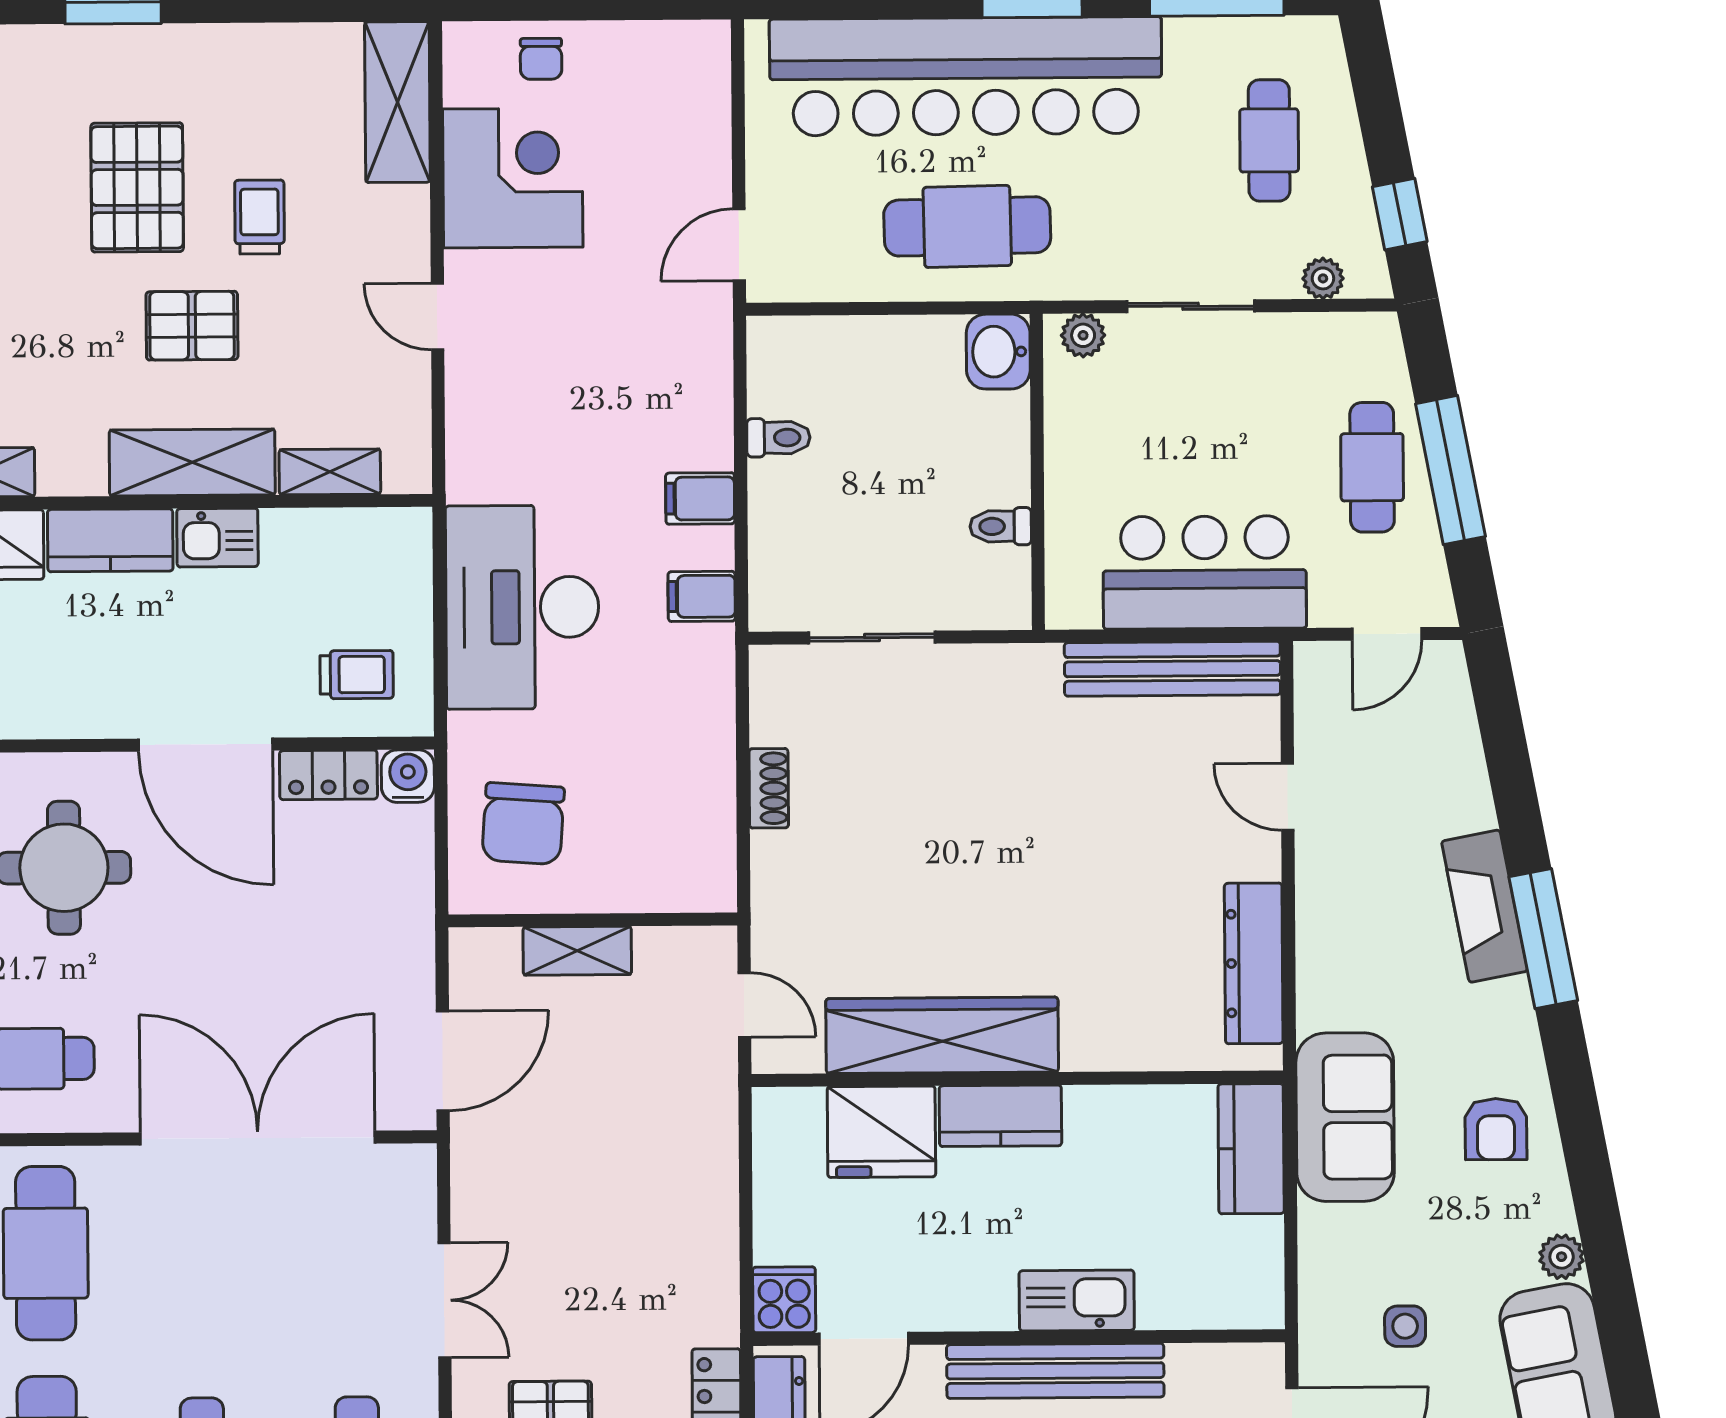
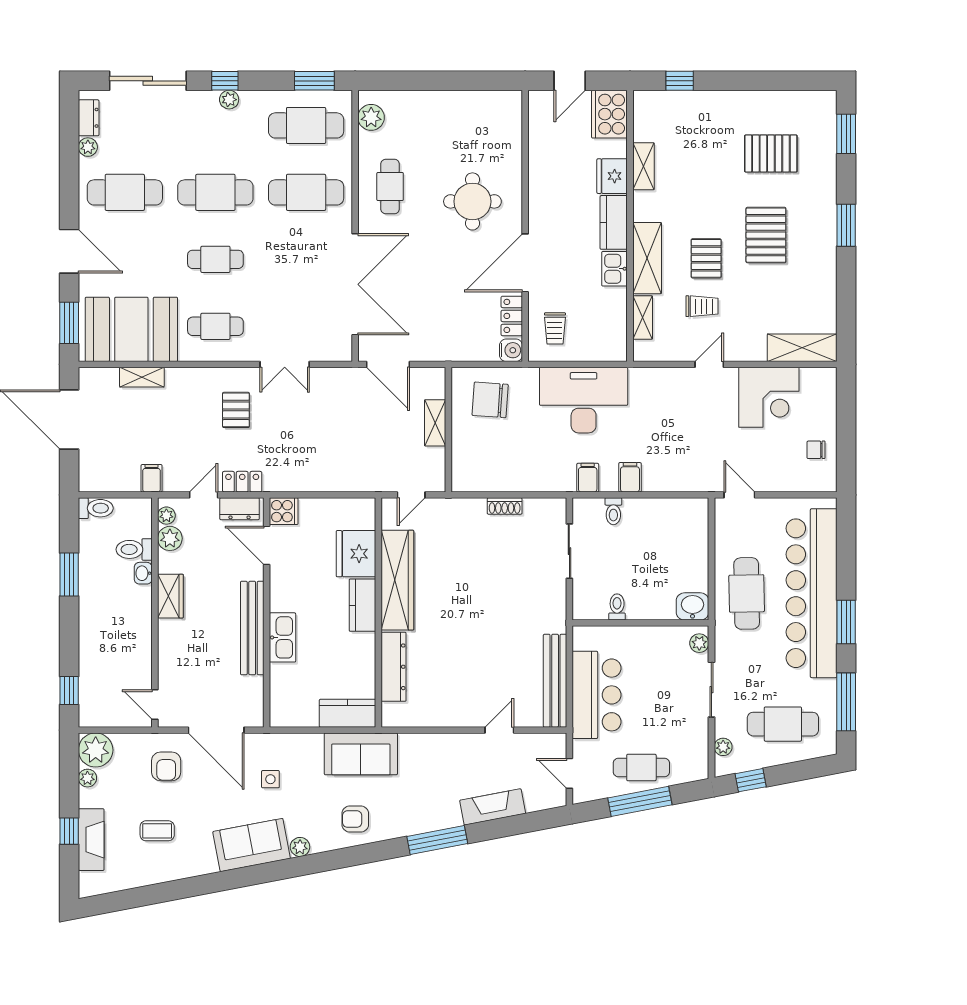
chair: (541, 59) -> (816, 450), moved
cafe table: (1269, 140) -> (783, 724), width x1.37, depth x1.35
pallet: (137, 187) -> (766, 235), turned 90
trolley: (259, 217) -> (702, 306), moved
toilet: (778, 438) -> (613, 511), moved
fireplace: (1485, 906) -> (493, 807), moved
dresser: (1254, 963) -> (394, 667), moved, turned 90

